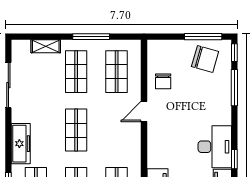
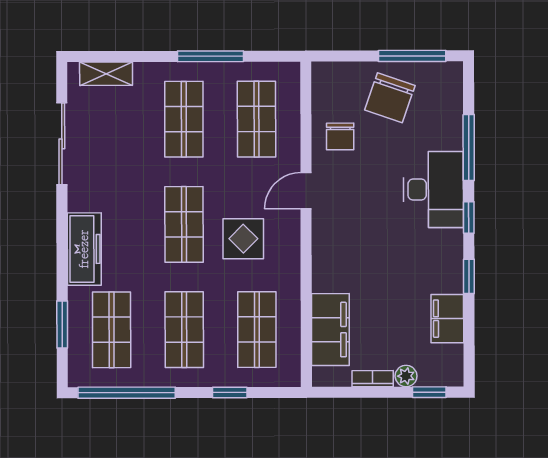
shelving: (46, 46) -> (106, 74), moved
window: (234, 53) -> (469, 217), moved
chair: (205, 59) -> (390, 98), moved, turned 93
display table: (109, 138) -> (243, 239), added
desk: (215, 147) -> (433, 190), moved

